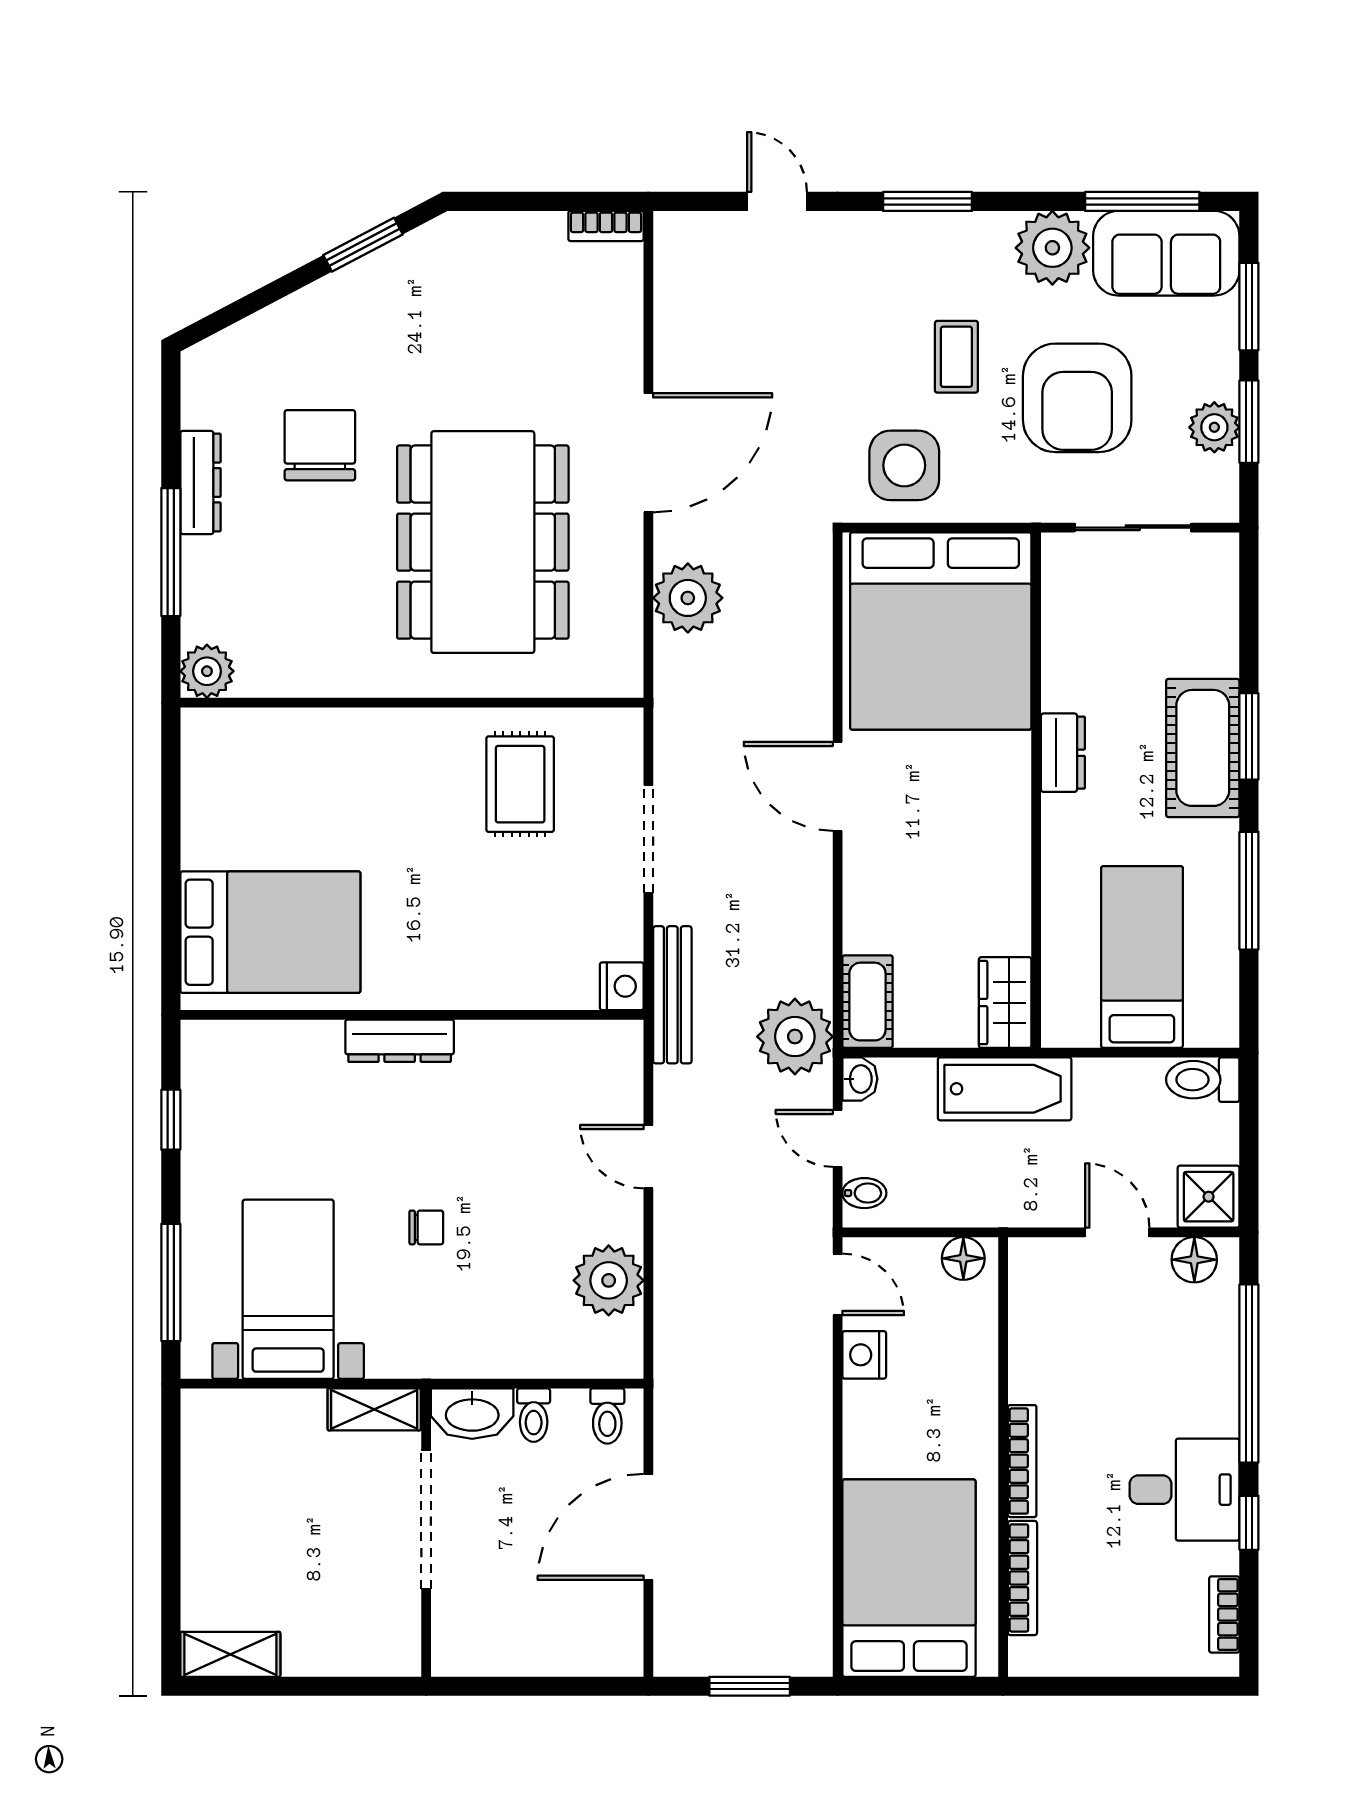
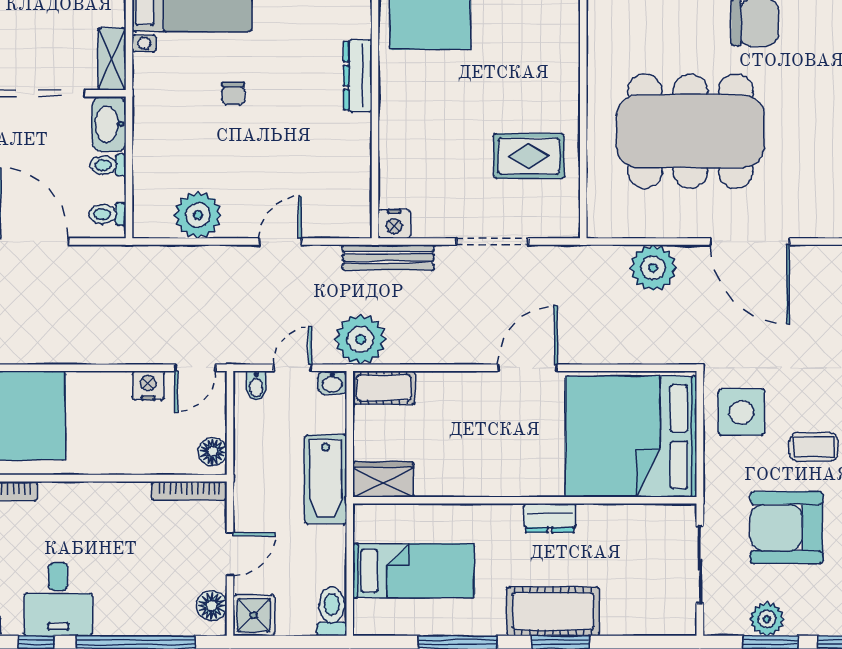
bookcase: (1022, 1461) -> (189, 491), moved

